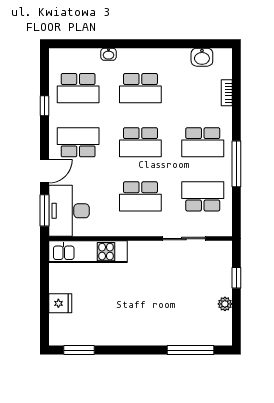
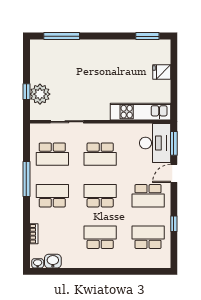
washbasin: (108, 54) -> (38, 263), moved
school desk: (140, 196) -> (100, 154), turned 180
plant: (225, 304) -> (40, 94), moved, width x1.87, depth x1.87

